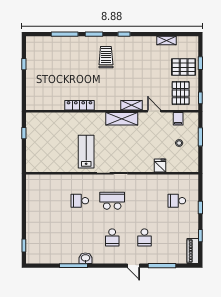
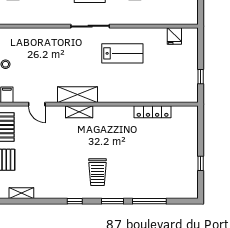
locker: (80, 105) -> (153, 112), moved
shelving: (132, 105) -> (79, 112), moved
lab bench: (86, 152) -> (122, 53), turned -90
fridge: (160, 165) -> (174, 36), moved

